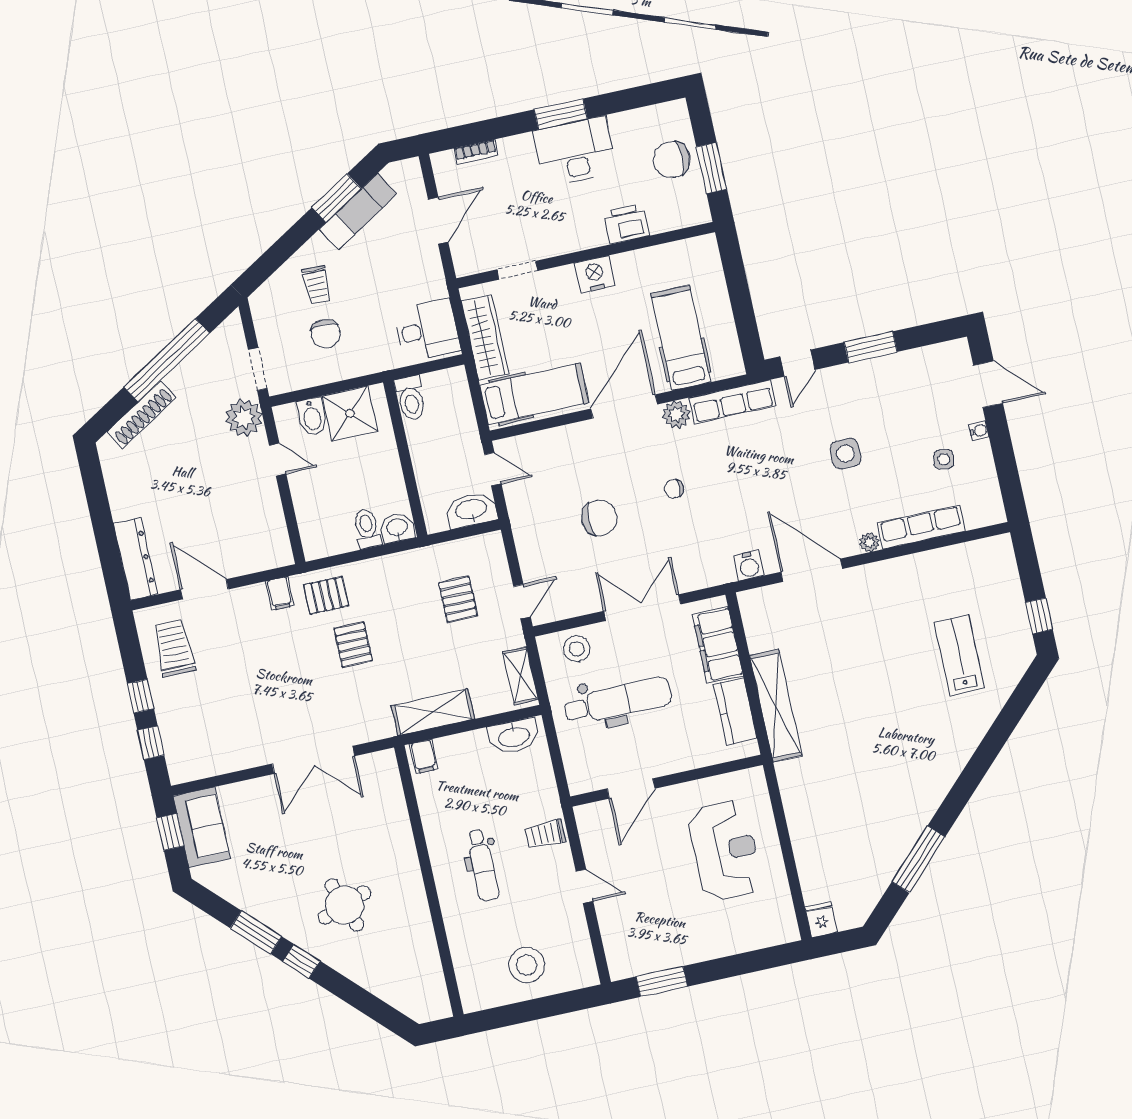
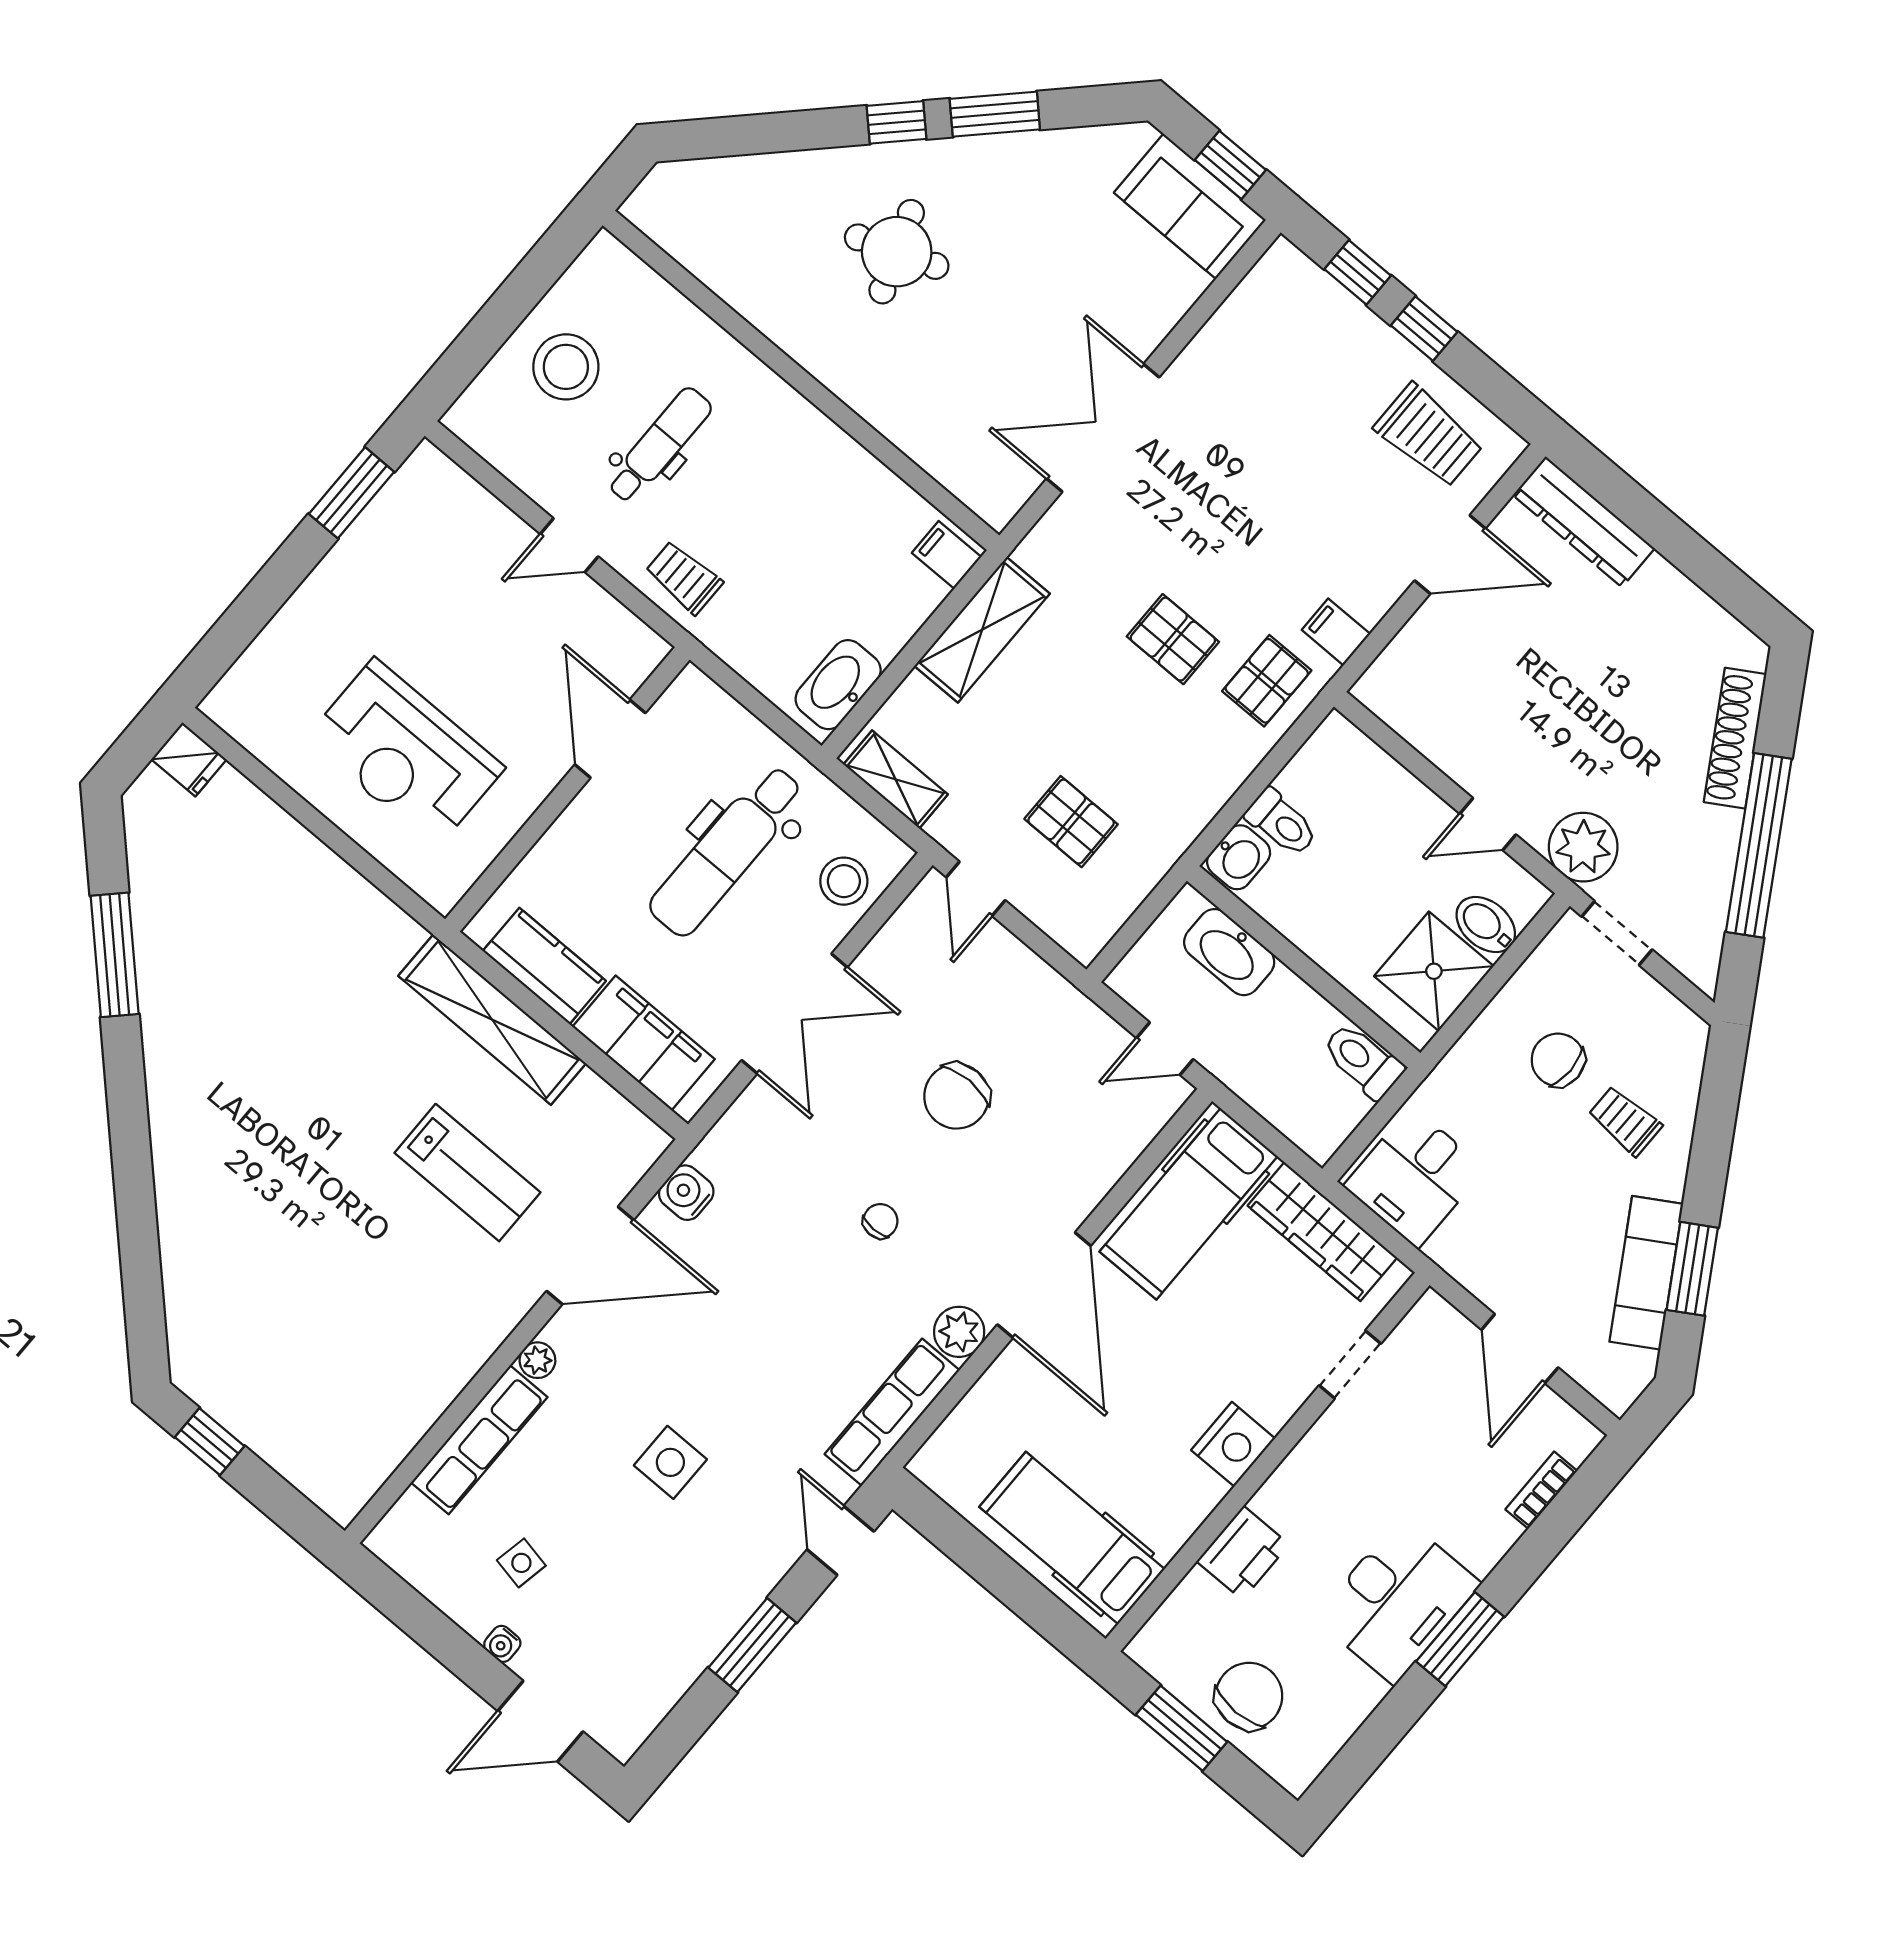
hospital bed: (681, 338) -> (1072, 1538), moved, turned 180
washbasin: (471, 510) -> (1229, 952), moved, turned 90
lab bench: (959, 655) -> (467, 1173), moved
trolley: (545, 834) -> (684, 577), turned -90
dental chair: (483, 865) -> (659, 445), moved, turned 90

